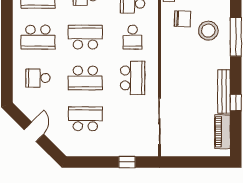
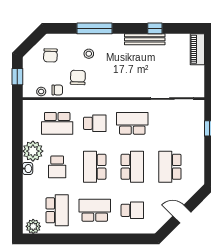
stool: (208, 31) -> (89, 54), width x0.53, depth x0.53
school desk: (38, 37) -> (95, 210), turned -90
school desk: (38, 78) -> (132, 210), turned -90
piano: (223, 132) -> (197, 49), moved, turned 90

